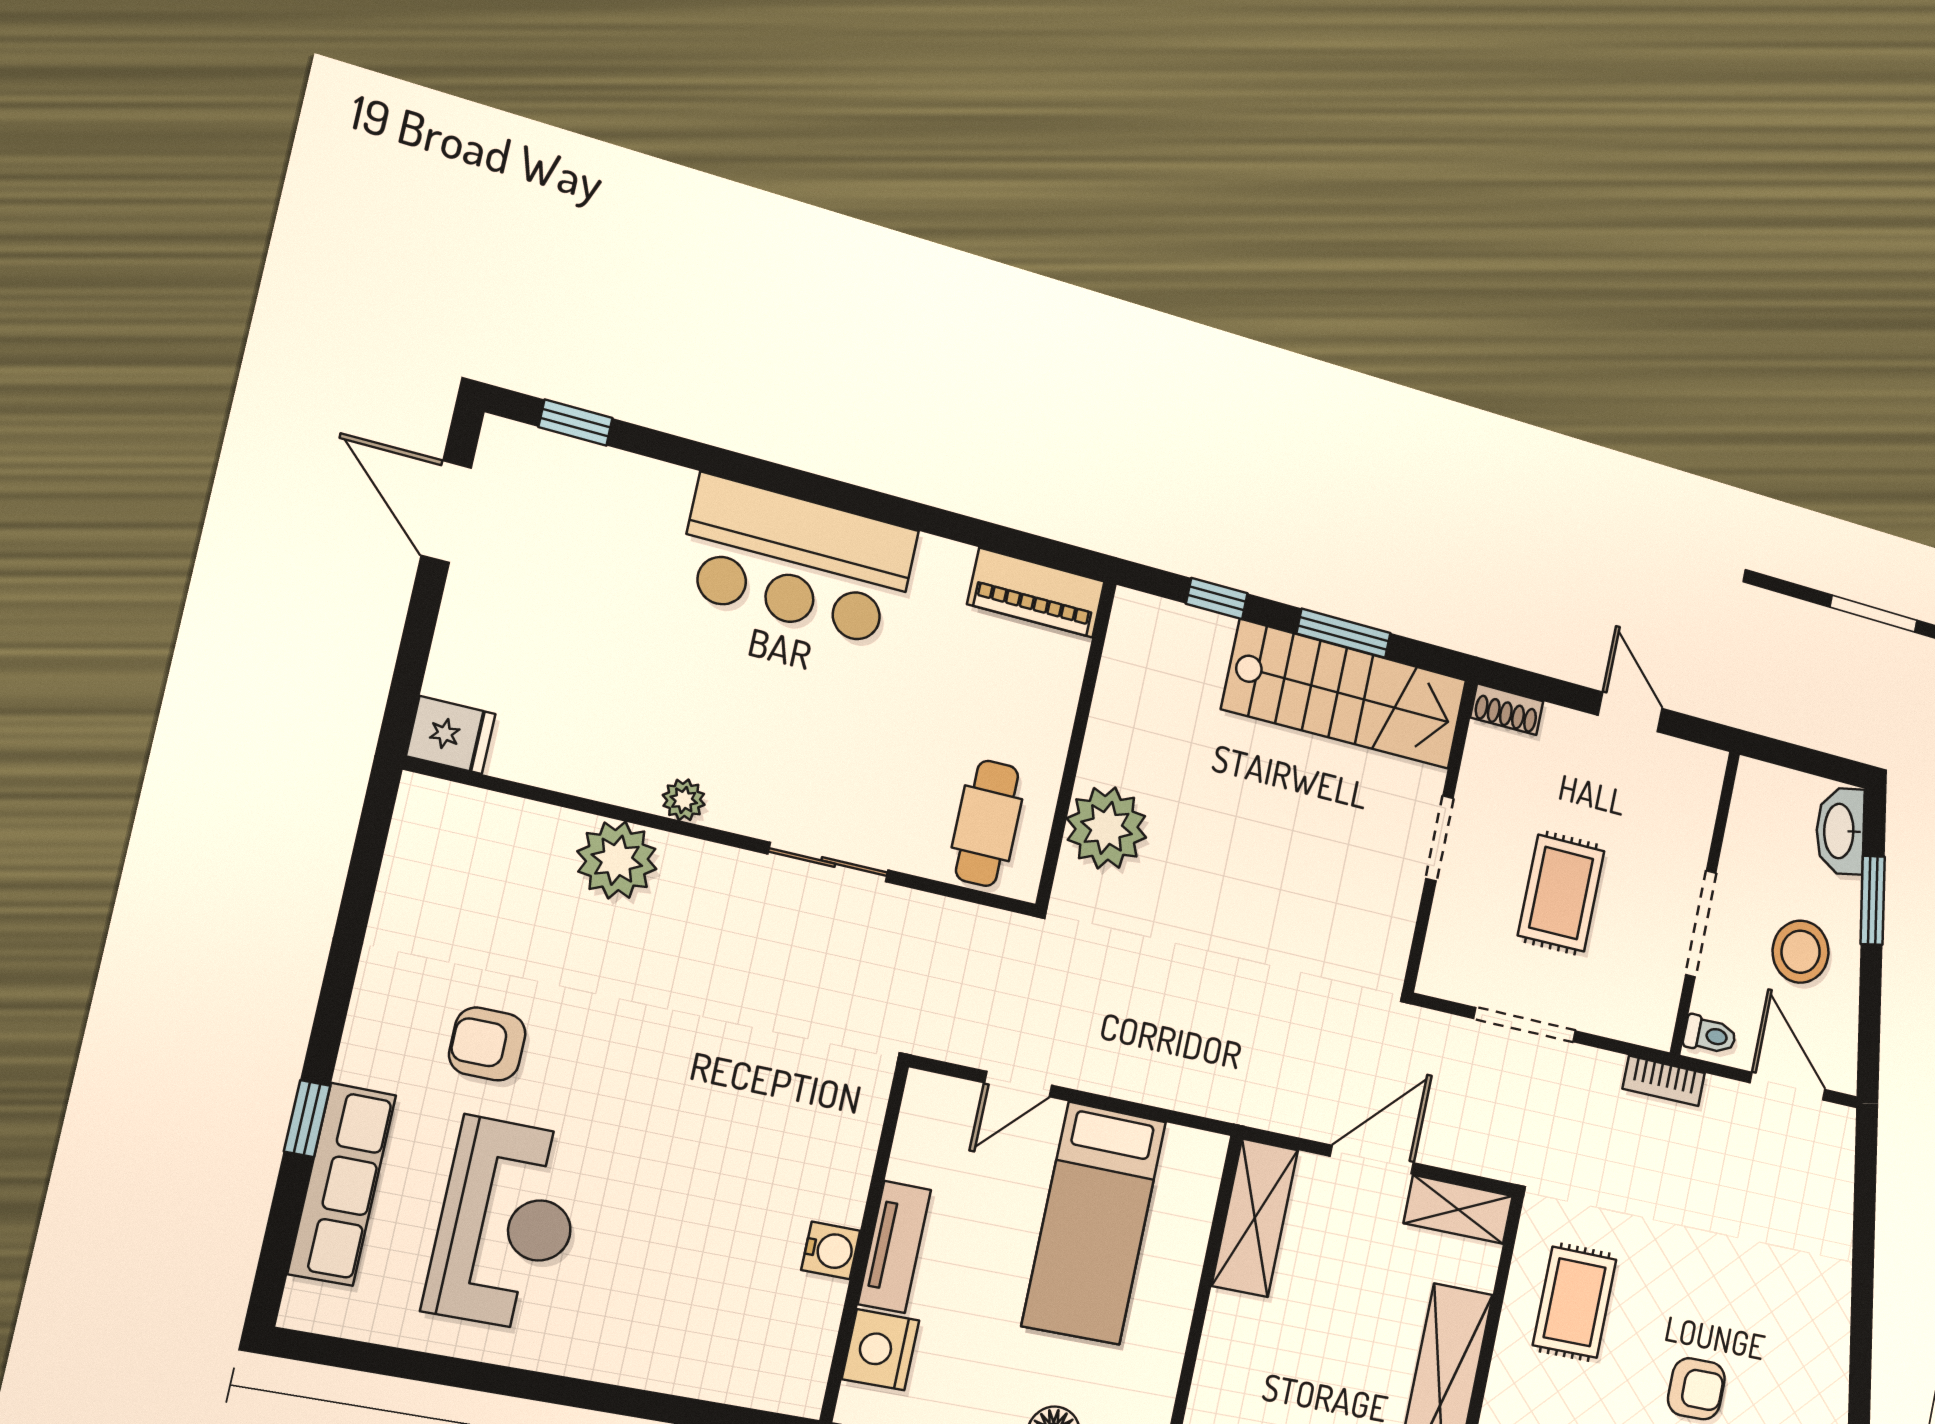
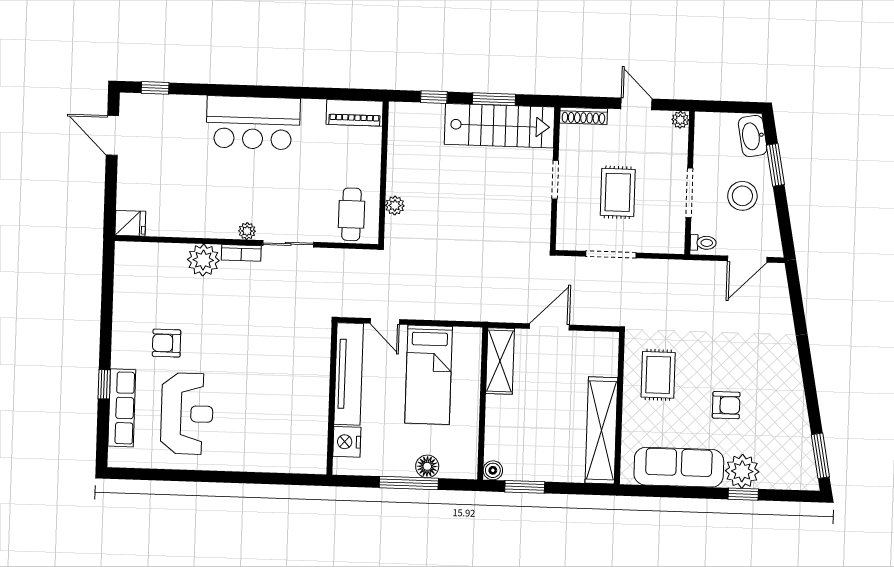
shoe rack: (1507, 709) -> (583, 116), width x1.43
plant: (1709, 765) -> (680, 120), added
plant: (684, 800) -> (247, 231), moved
plant: (1107, 828) -> (395, 205), width x0.53, depth x0.53
bookcase: (1664, 1081) -> (241, 253), moved
door: (1018, 1084) -> (385, 321), hinge flipped
door: (1788, 1086) -> (747, 259), swing flipped
shelving: (1458, 1209) -> (594, 342), removed
tv unit: (894, 1247) -> (349, 374), width x1.92, depth x1.29
water cooler: (831, 1250) -> (319, 404), removed

